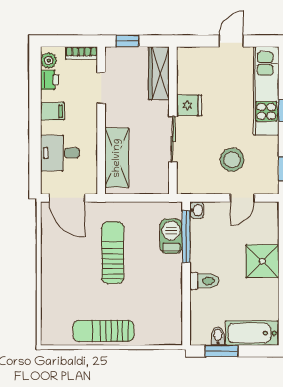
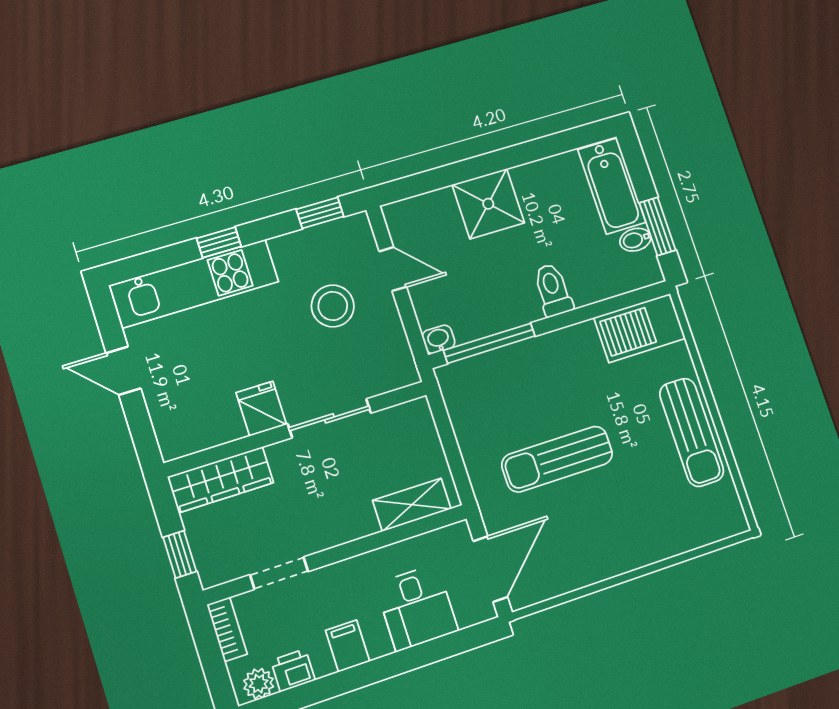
shelving: (117, 158) -> (412, 505), width x0.67, depth x0.75
barbecue: (171, 236) -> (640, 328), moved, width x1.37, depth x1.21

